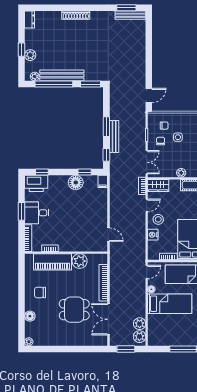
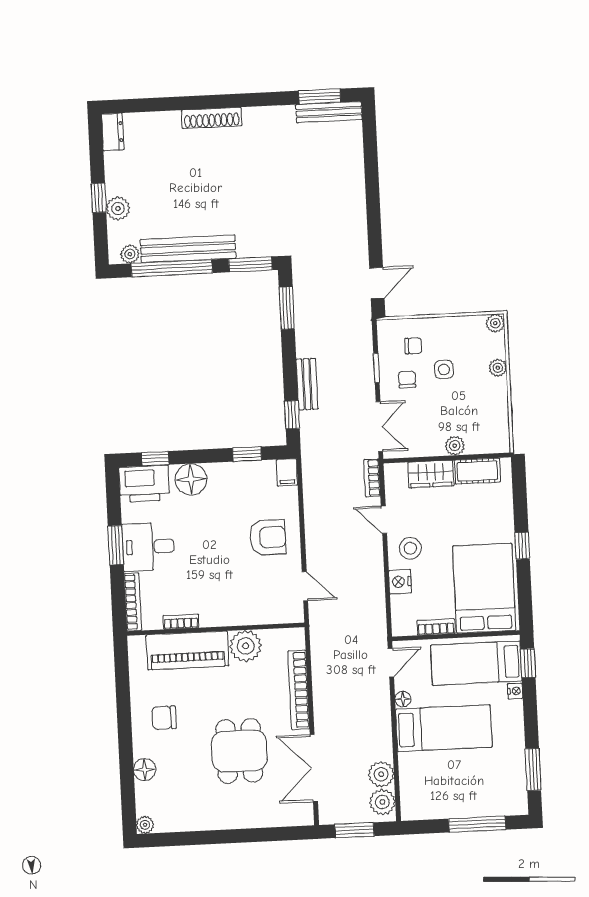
window: (106, 127) -> (287, 308), moved
bench: (114, 137) -> (307, 384), width x0.73
floor lamp: (76, 182) -> (191, 479), moved
wardrobe: (158, 185) -> (431, 474), moved
door: (147, 206) -> (384, 520), swing flipped
armchair: (92, 211) -> (268, 537), added
dining table: (74, 310) -> (239, 751), turned 90

